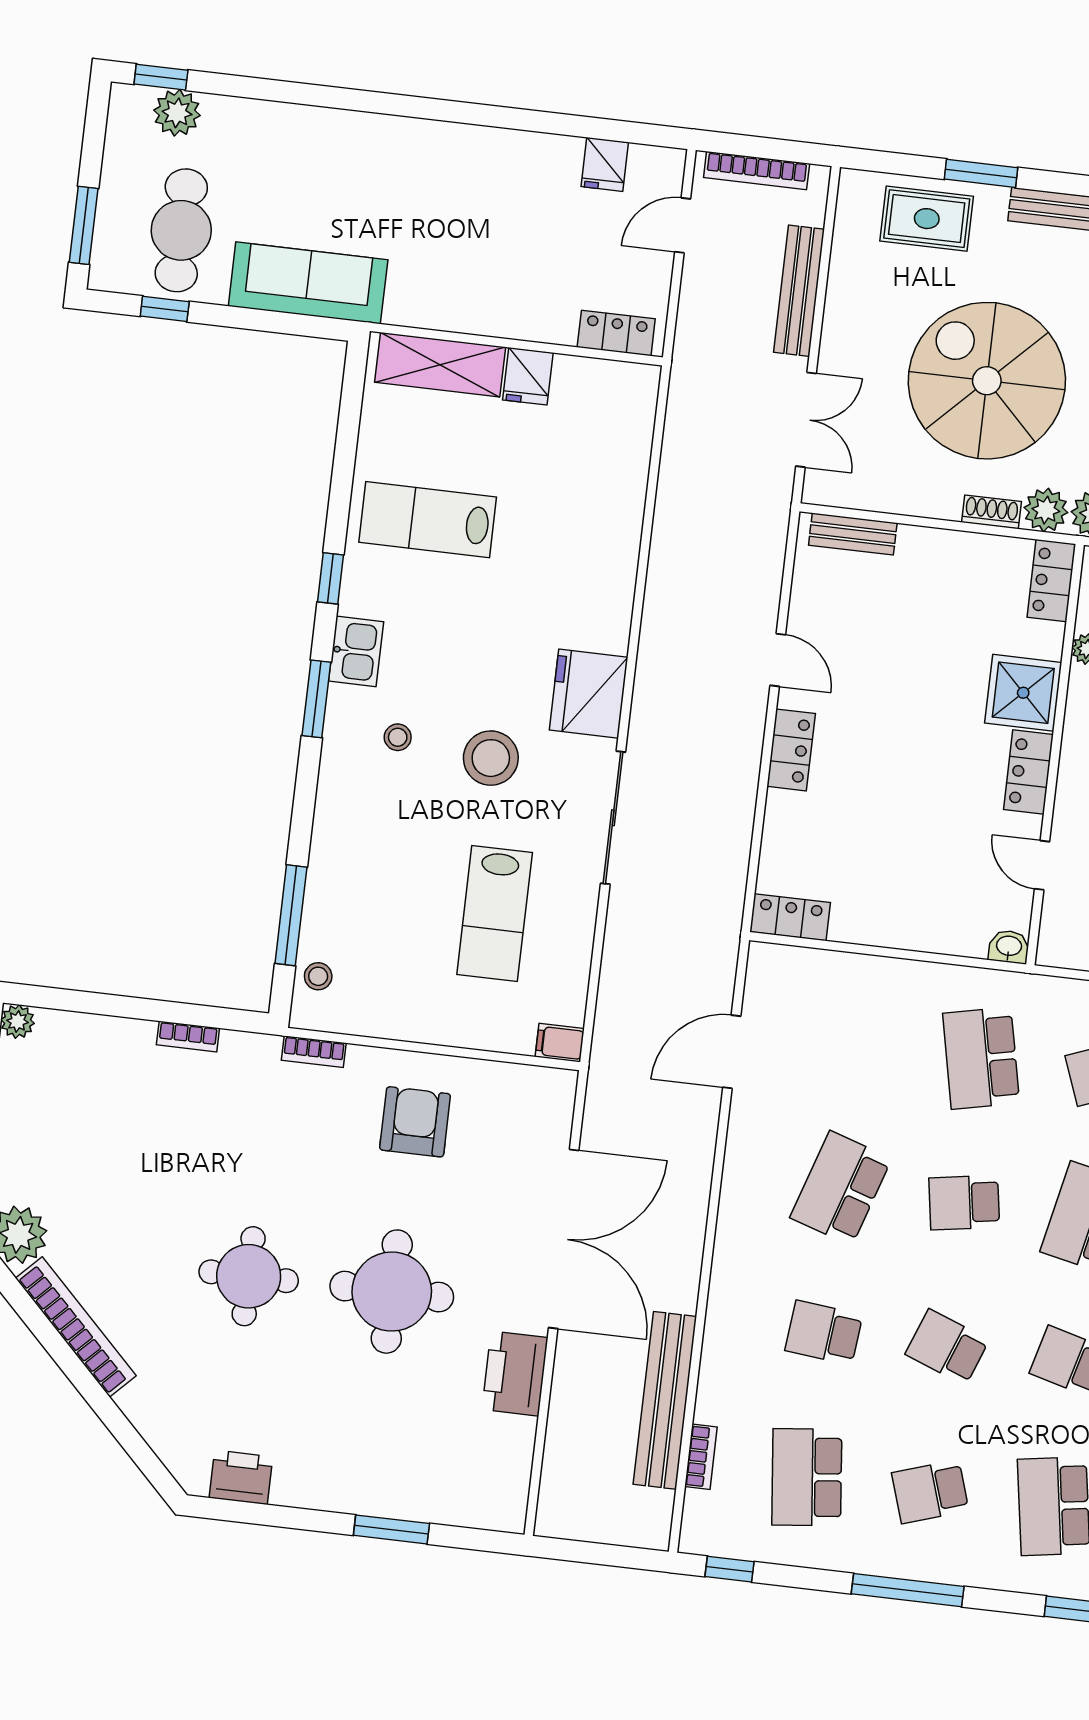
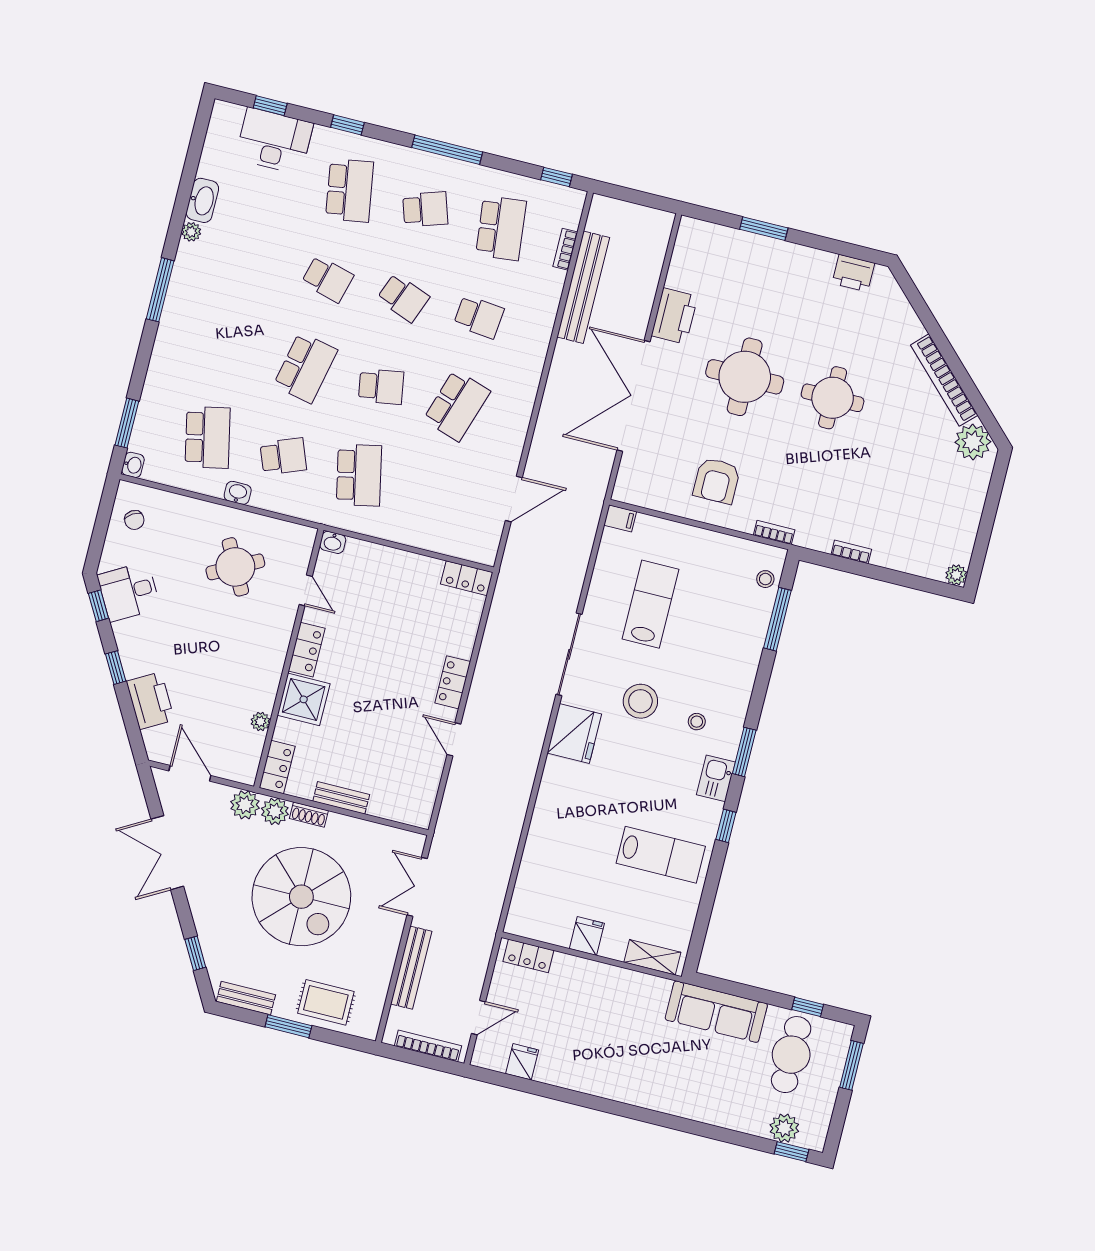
shelving: (440, 365) -> (652, 957), width x0.67, depth x0.75
bench: (853, 534) -> (341, 798), moved

